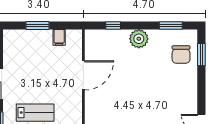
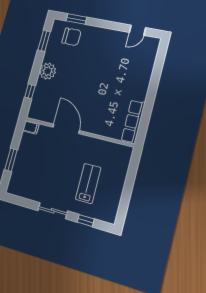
filing cabinet: (59, 37) -> (31, 127), moved

